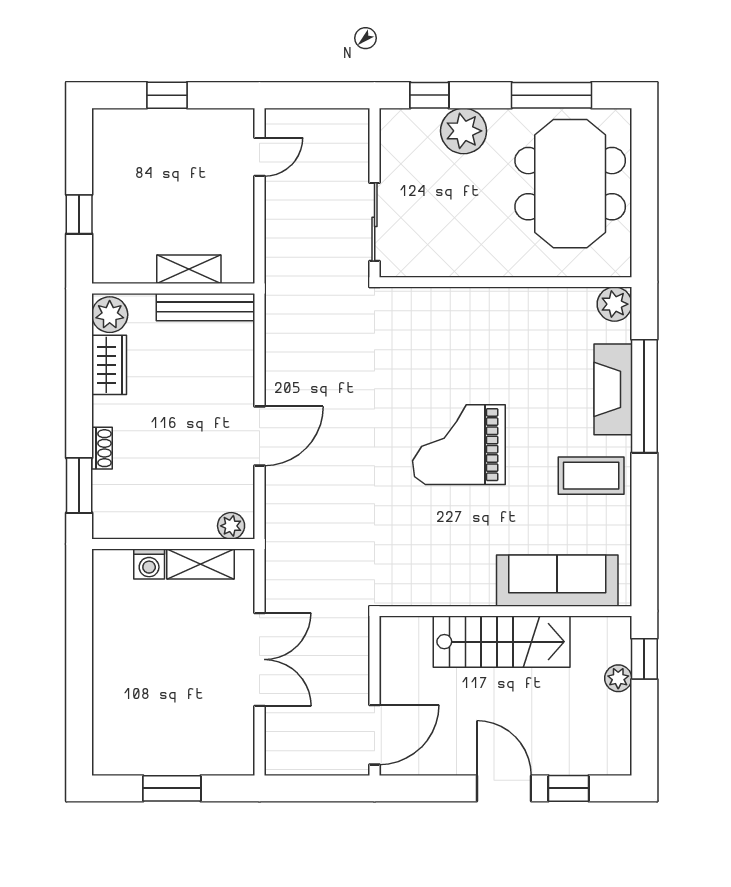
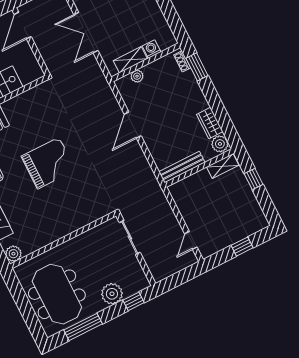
shelving: (189, 269) -> (223, 166), moved
shoe rack: (102, 448) -> (182, 61), moved
plant: (231, 526) -> (137, 76), moved

